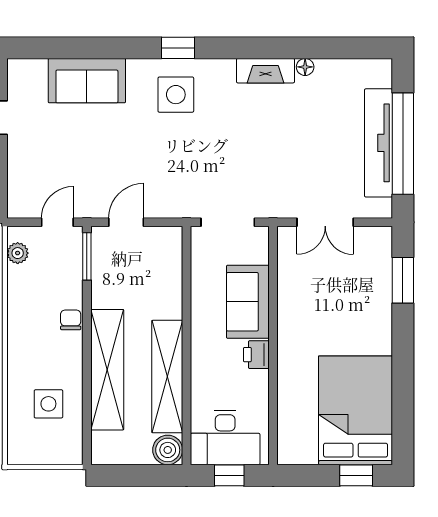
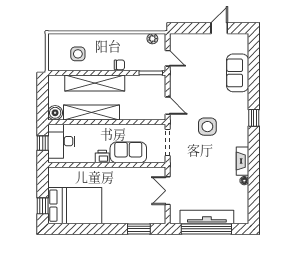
side table: (176, 95) -> (207, 127), moved
door: (126, 222) -> (168, 106), moved

